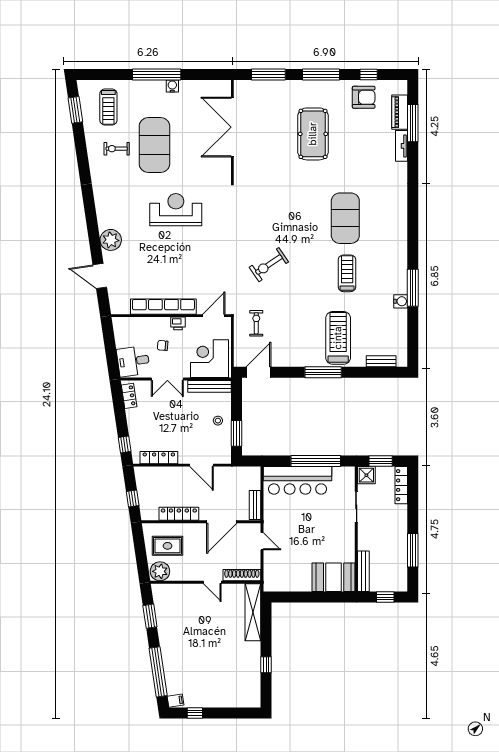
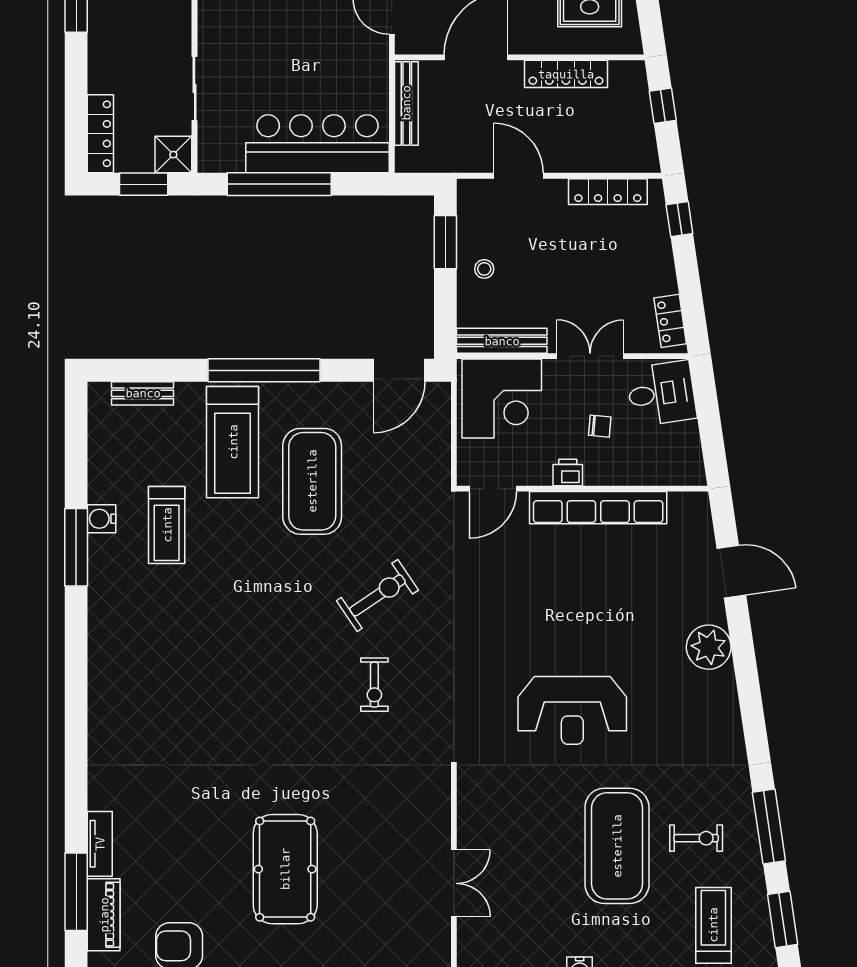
double door: (232, 127) -> (454, 883), width x0.54
window: (82, 154) -> (769, 826), added
exercise mat: (345, 218) -> (312, 481), moved
treadmill: (347, 273) -> (167, 525), moved
exercise bike: (256, 323) -> (374, 685), moved
window: (323, 372) -> (264, 370), width x1.46
bench: (255, 505) -> (406, 103), width x1.36

